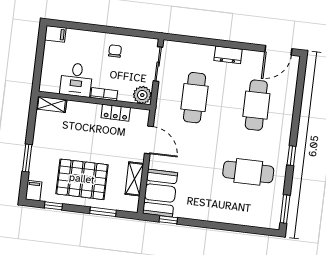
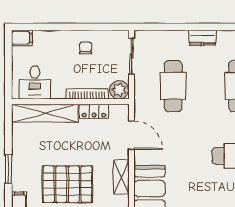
desk: (76, 80) -> (35, 82), moved
bookcase: (104, 94) -> (87, 94), width x1.56
shelving: (51, 104) -> (45, 113), width x2.20, depth x1.33

